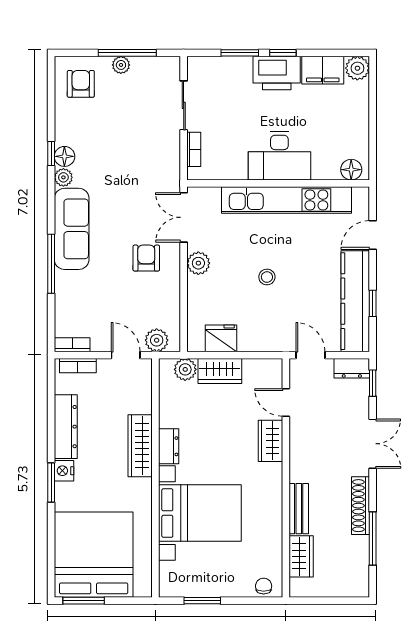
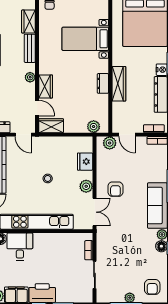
desk: (279, 156) -> (20, 247), moved, width x0.73
fridge: (221, 338) -> (85, 162), moved, turned 90
wardrobe: (220, 371) -> (51, 126), moved
plant: (298, 457) -> (30, 77), added
bed with nightstands: (200, 513) -> (85, 39), width x0.73

